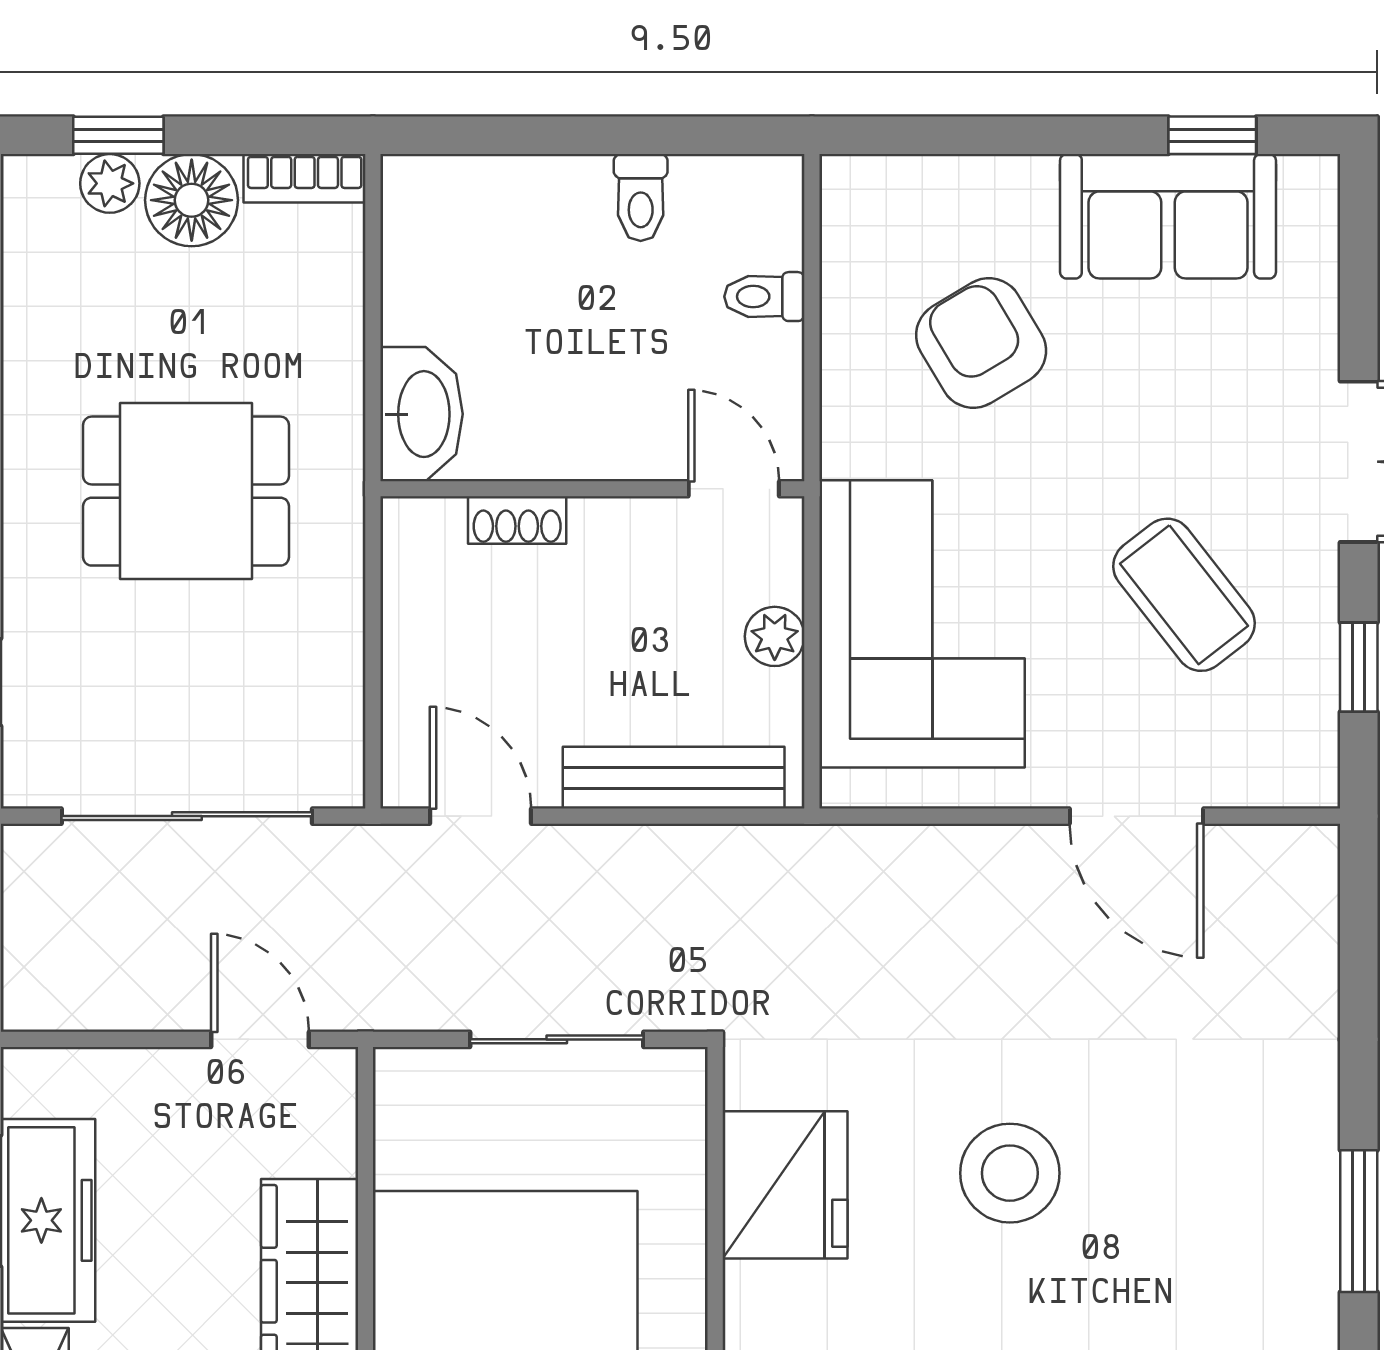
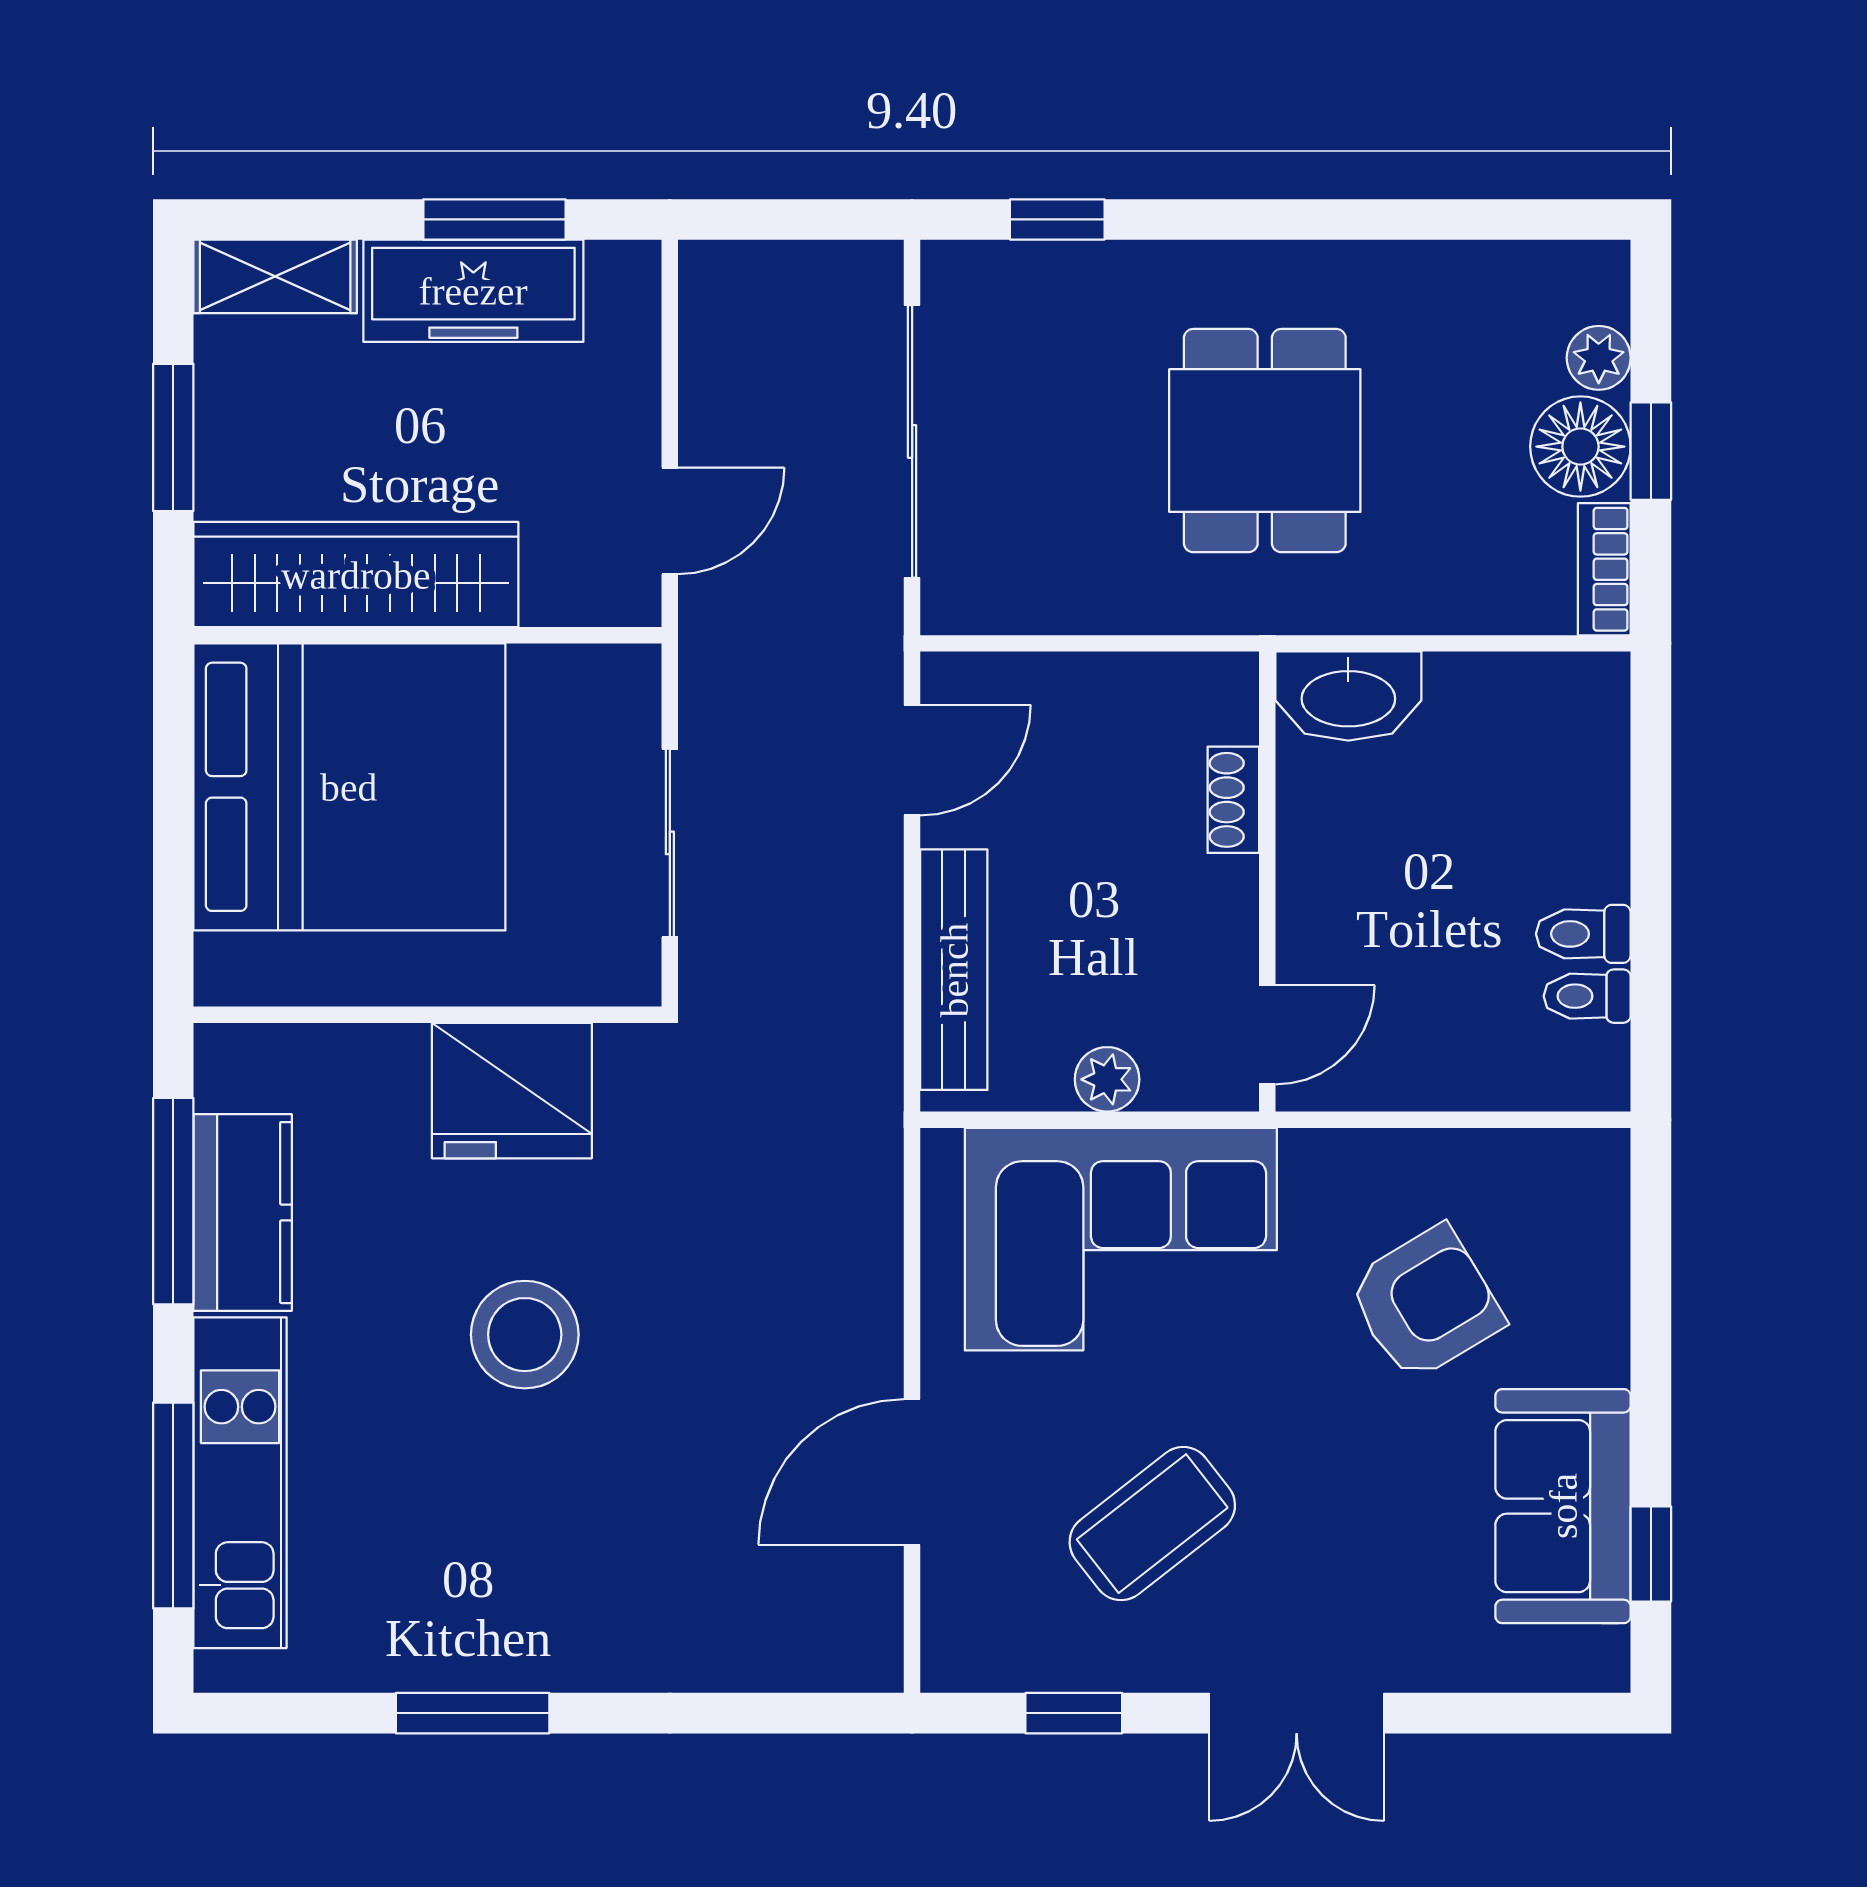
window: (118, 135) -> (1651, 451), moved
toilet: (764, 297) -> (1587, 996), moved, turned -90

